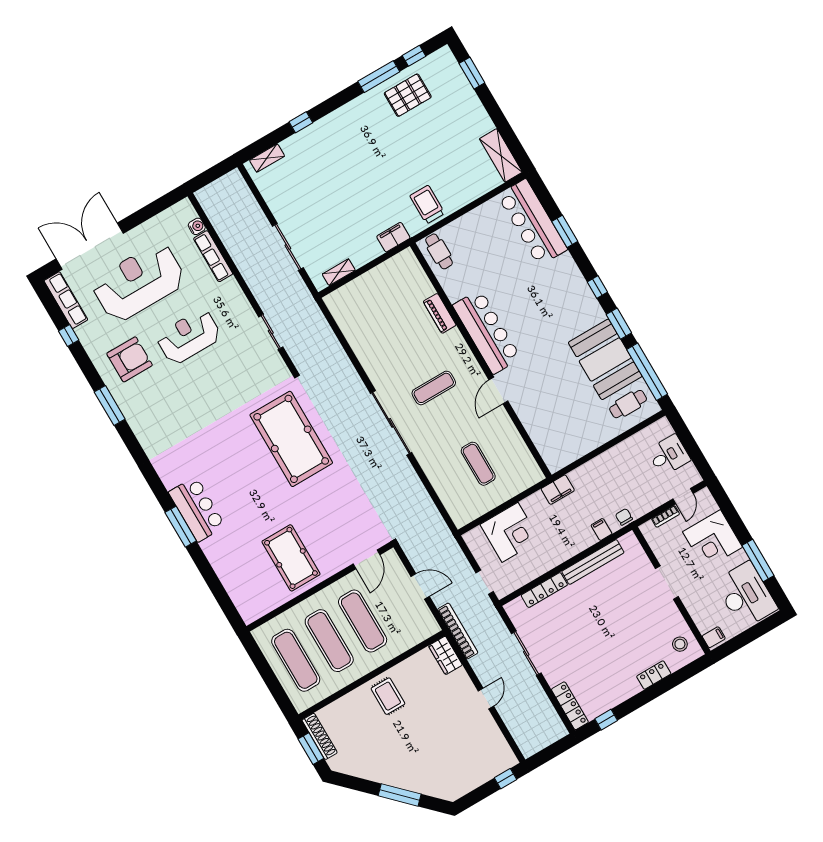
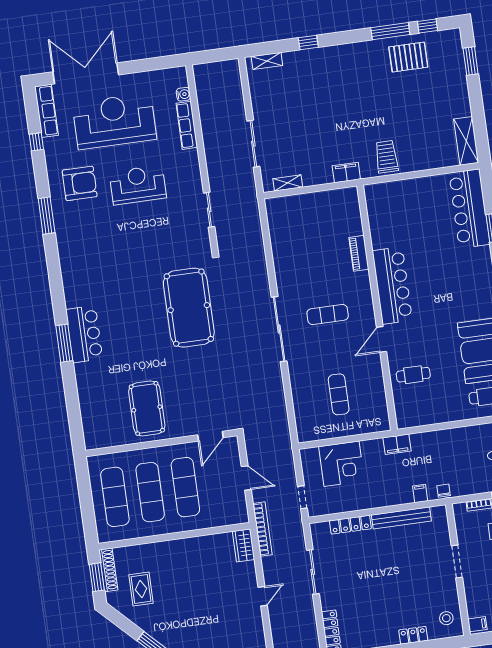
cafe table: (439, 251) -> (413, 375), moved, turned 90
rug: (388, 696) -> (141, 589), moved

